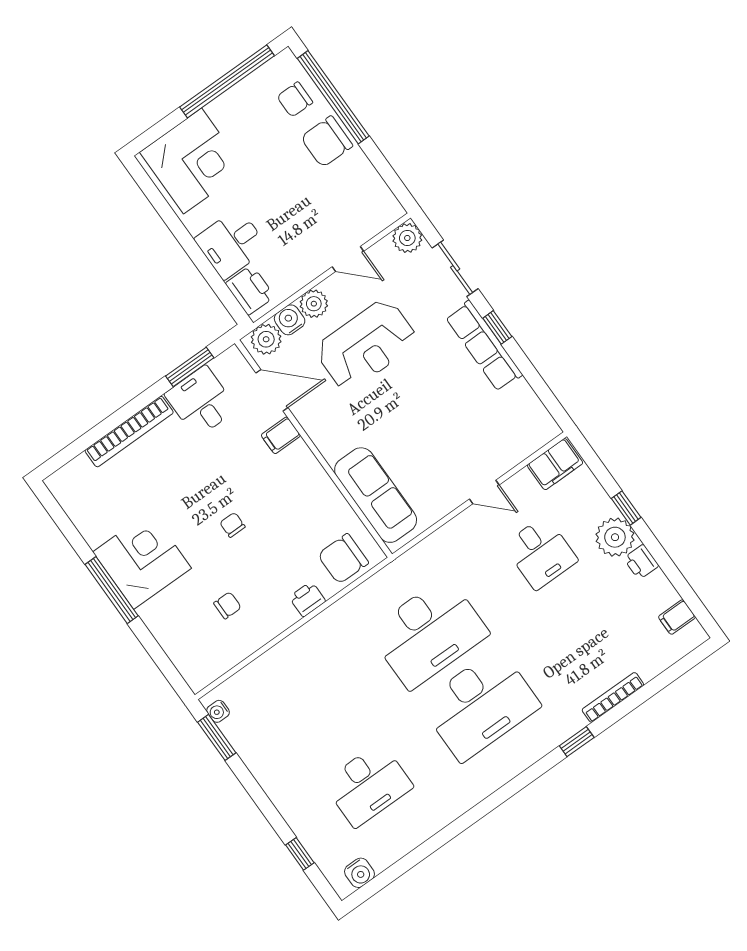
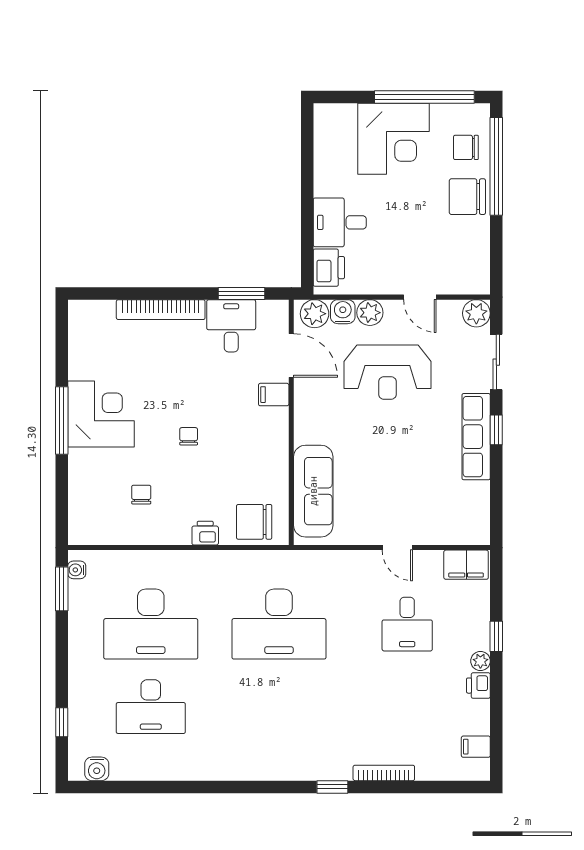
corner desk: (193, 161) -> (394, 139), moved
plant: (615, 537) -> (480, 661), width x0.53, depth x0.53
chair: (227, 605) -> (141, 495), turned -90
desk: (480, 705) -> (151, 624), moved

